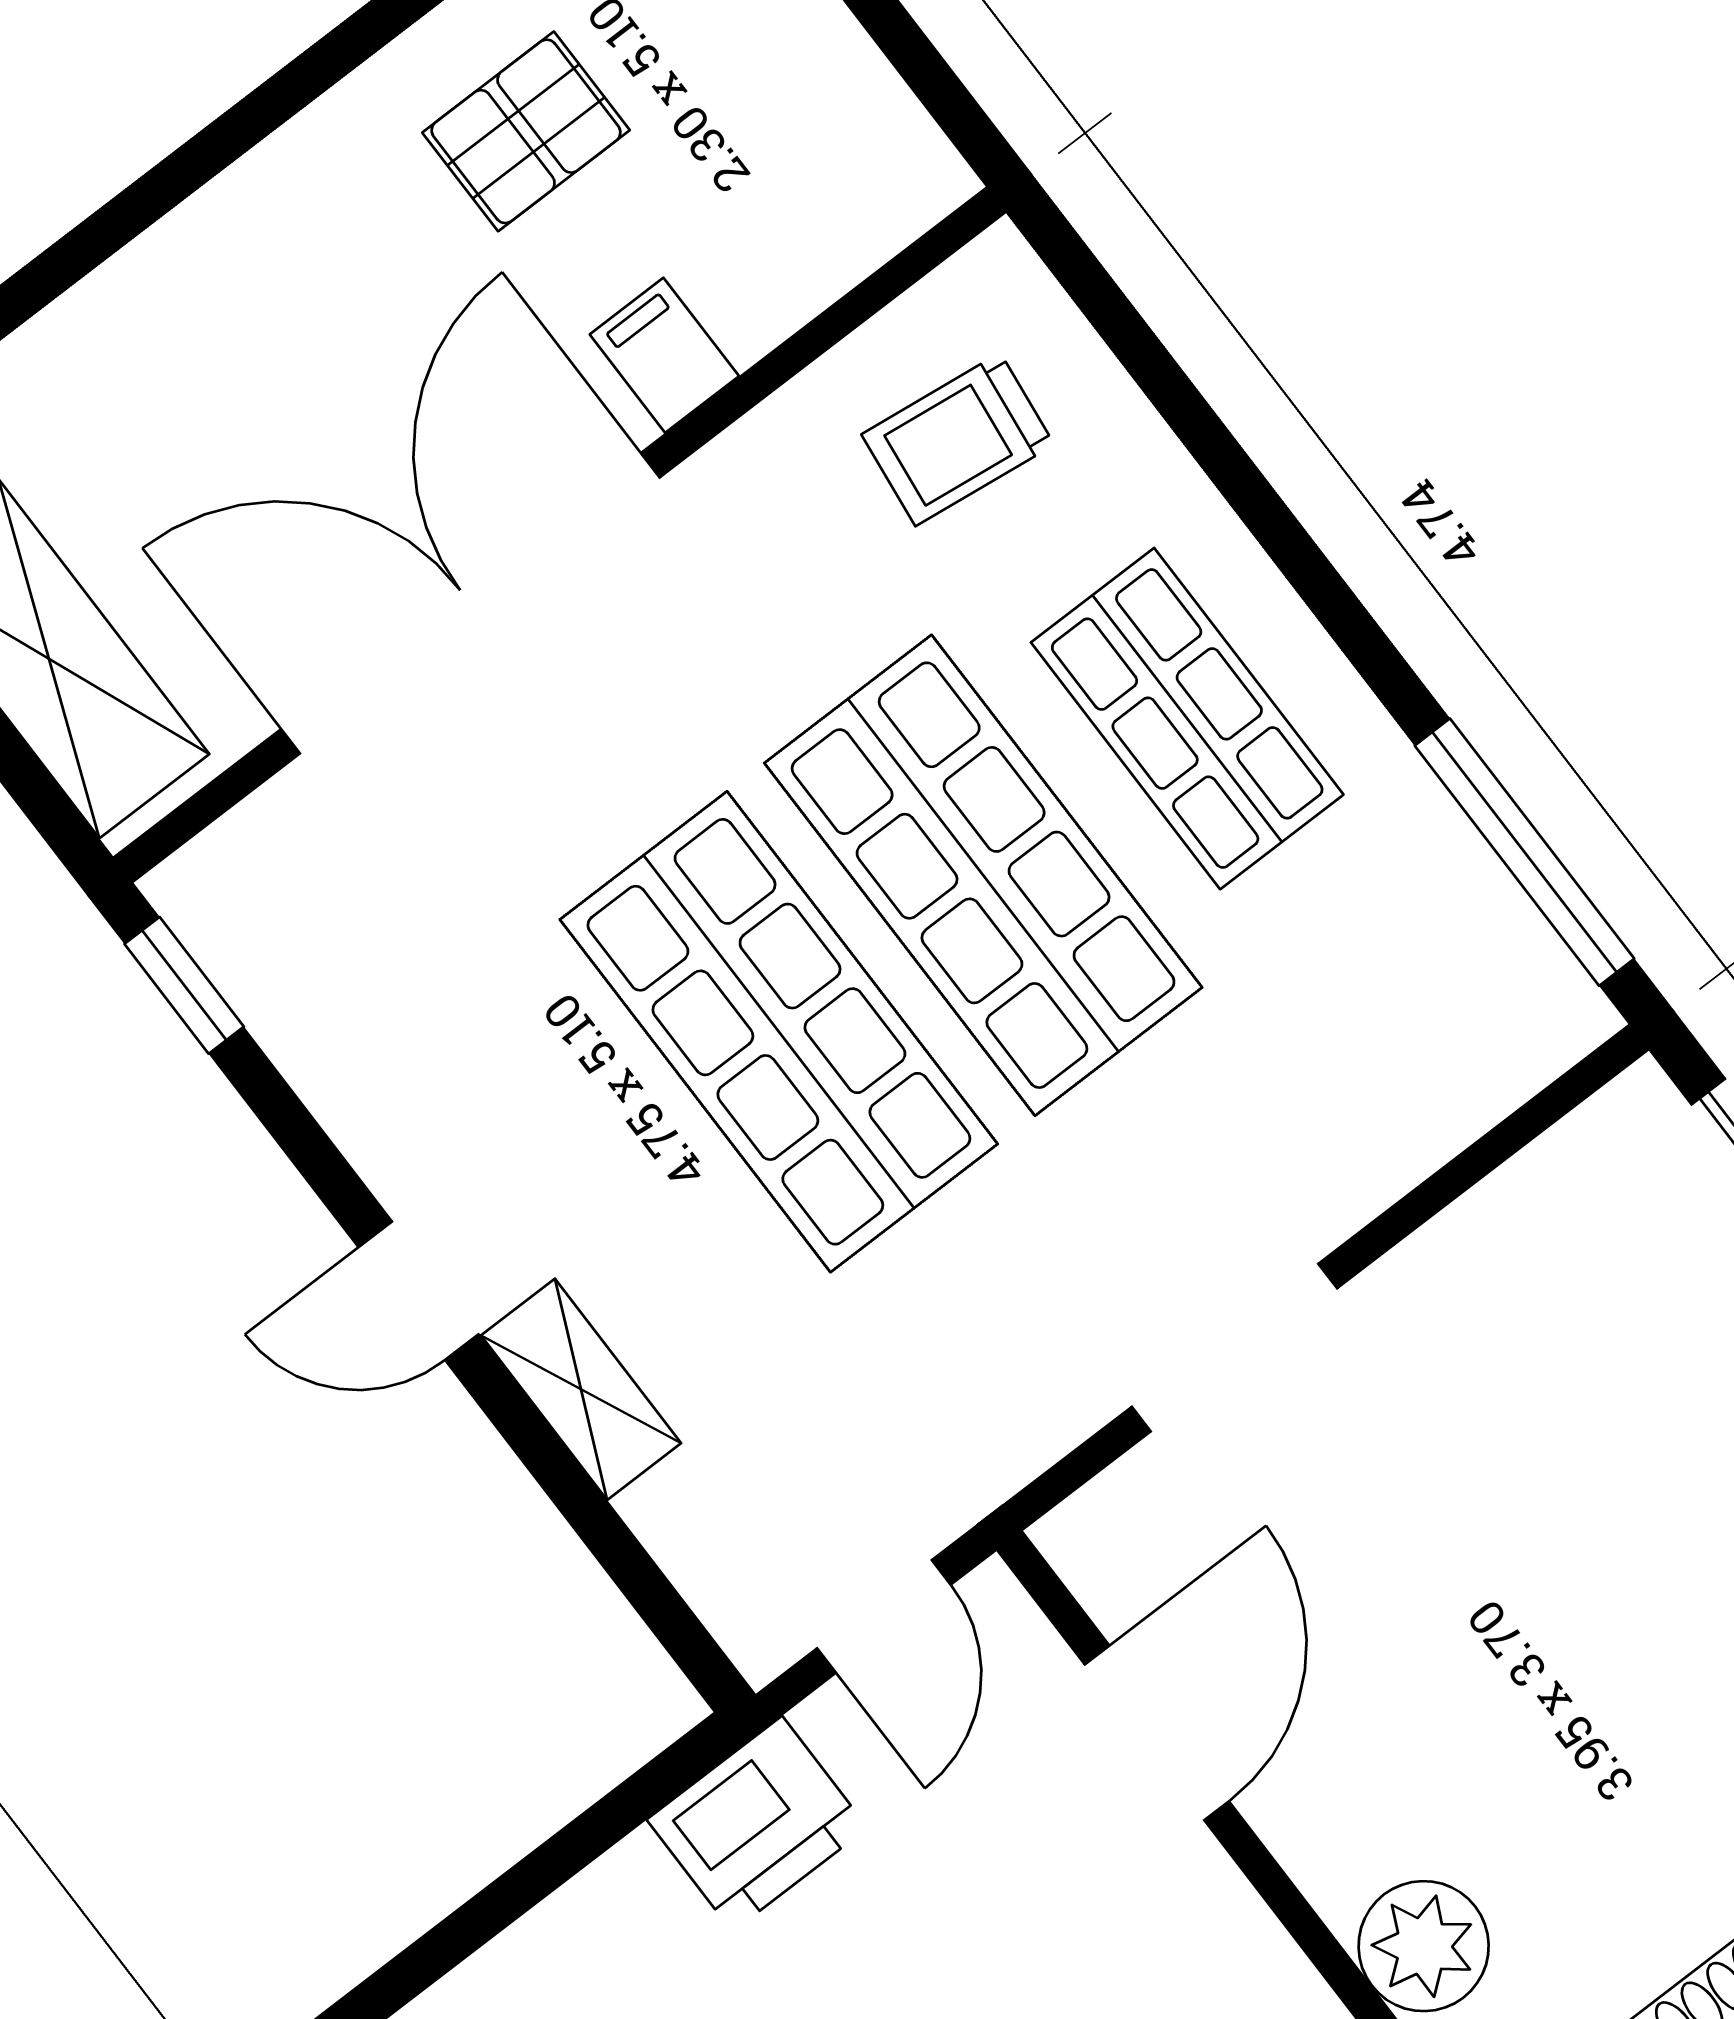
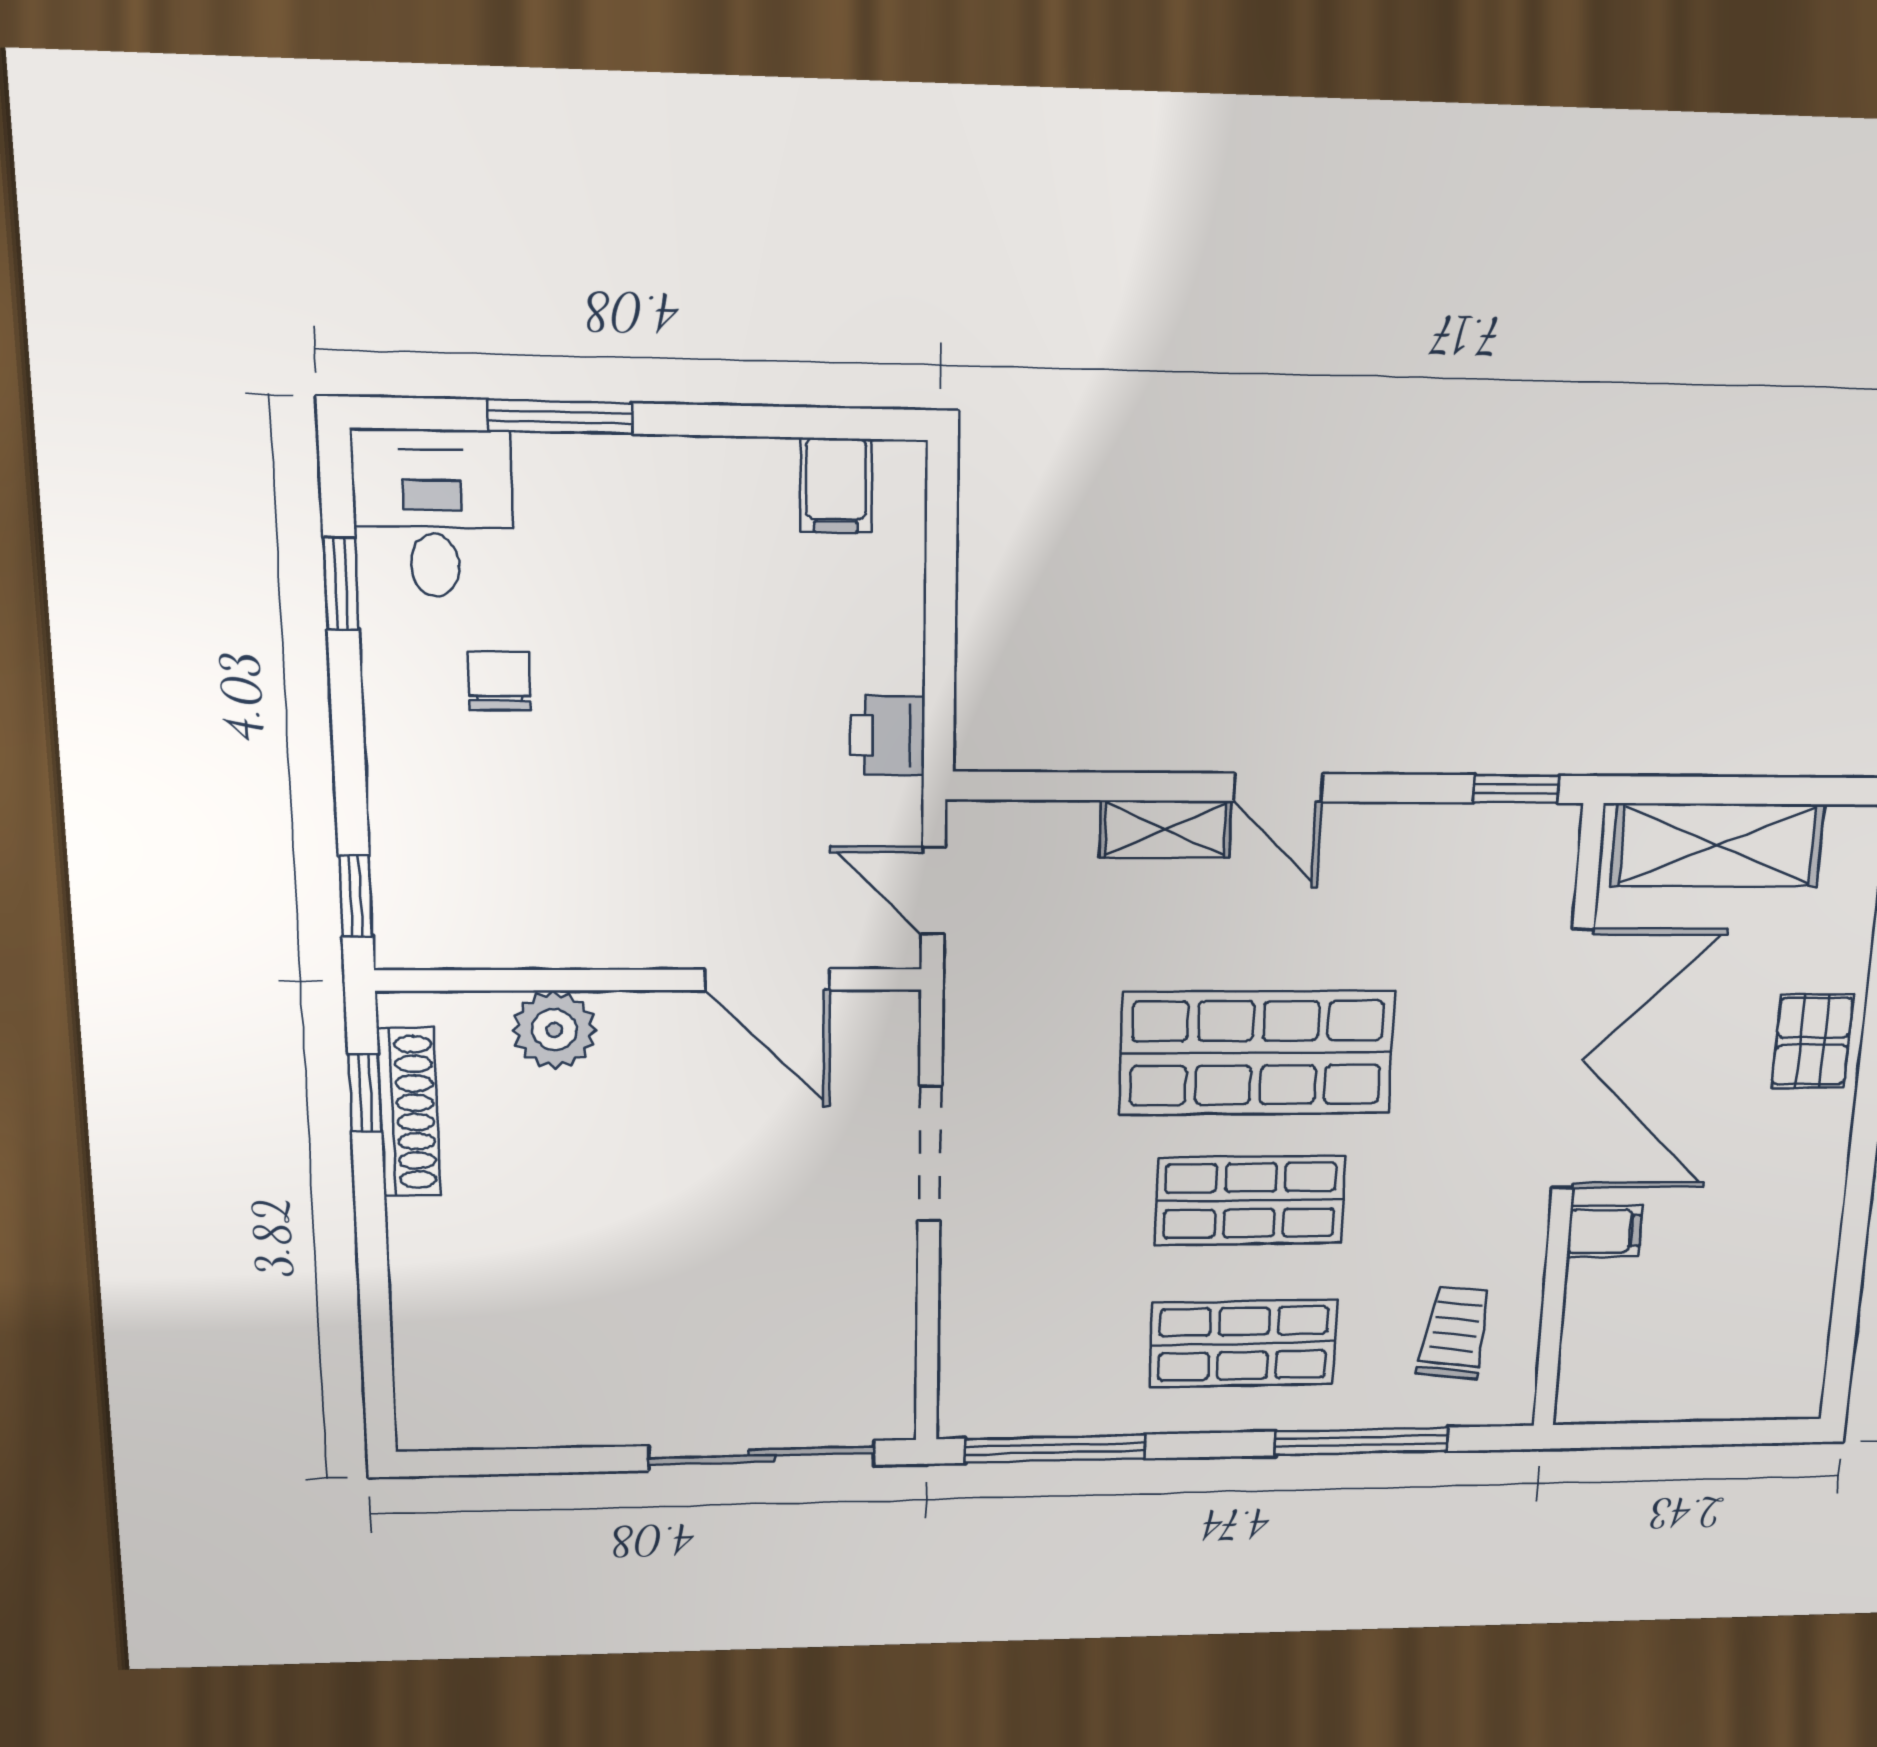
pallet: (526, 131) -> (1813, 1041), moved
window: (1206, 437) -> (1361, 1441), added
shop shelf: (983, 875) -> (1250, 1200), width x0.70, depth x0.74
door: (419, 1291) -> (1278, 788), swing flipped
printer: (757, 1824) -> (887, 736), width x0.73, depth x0.81

